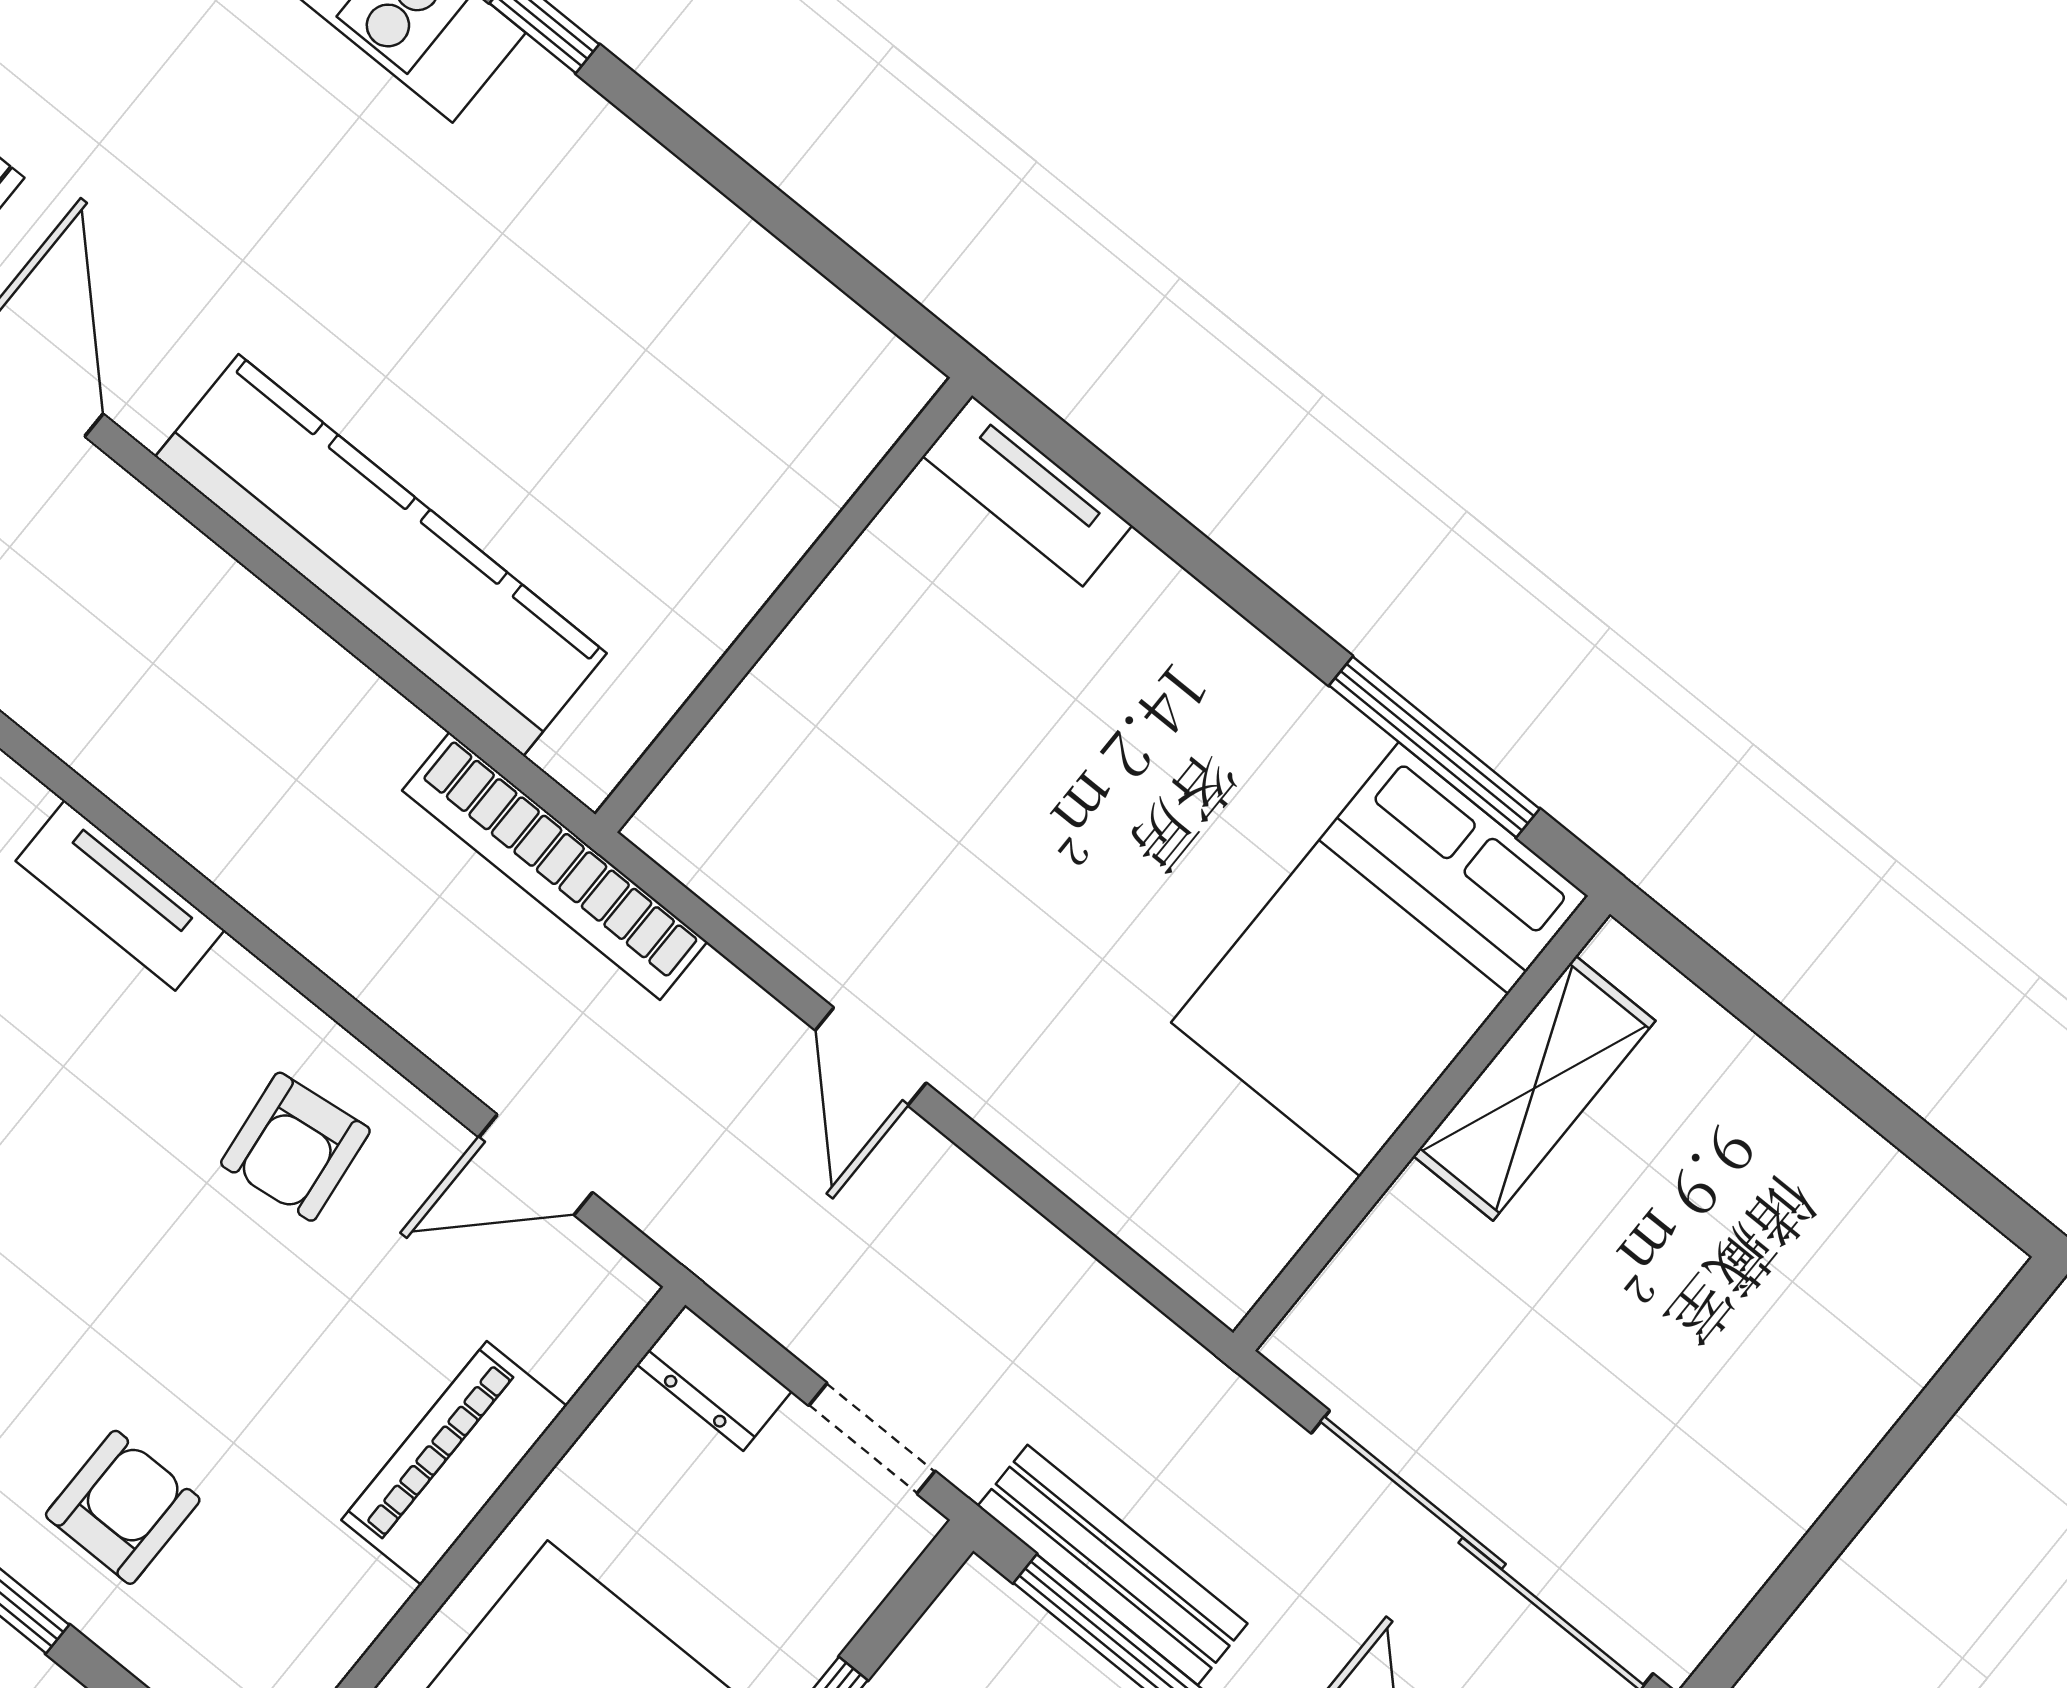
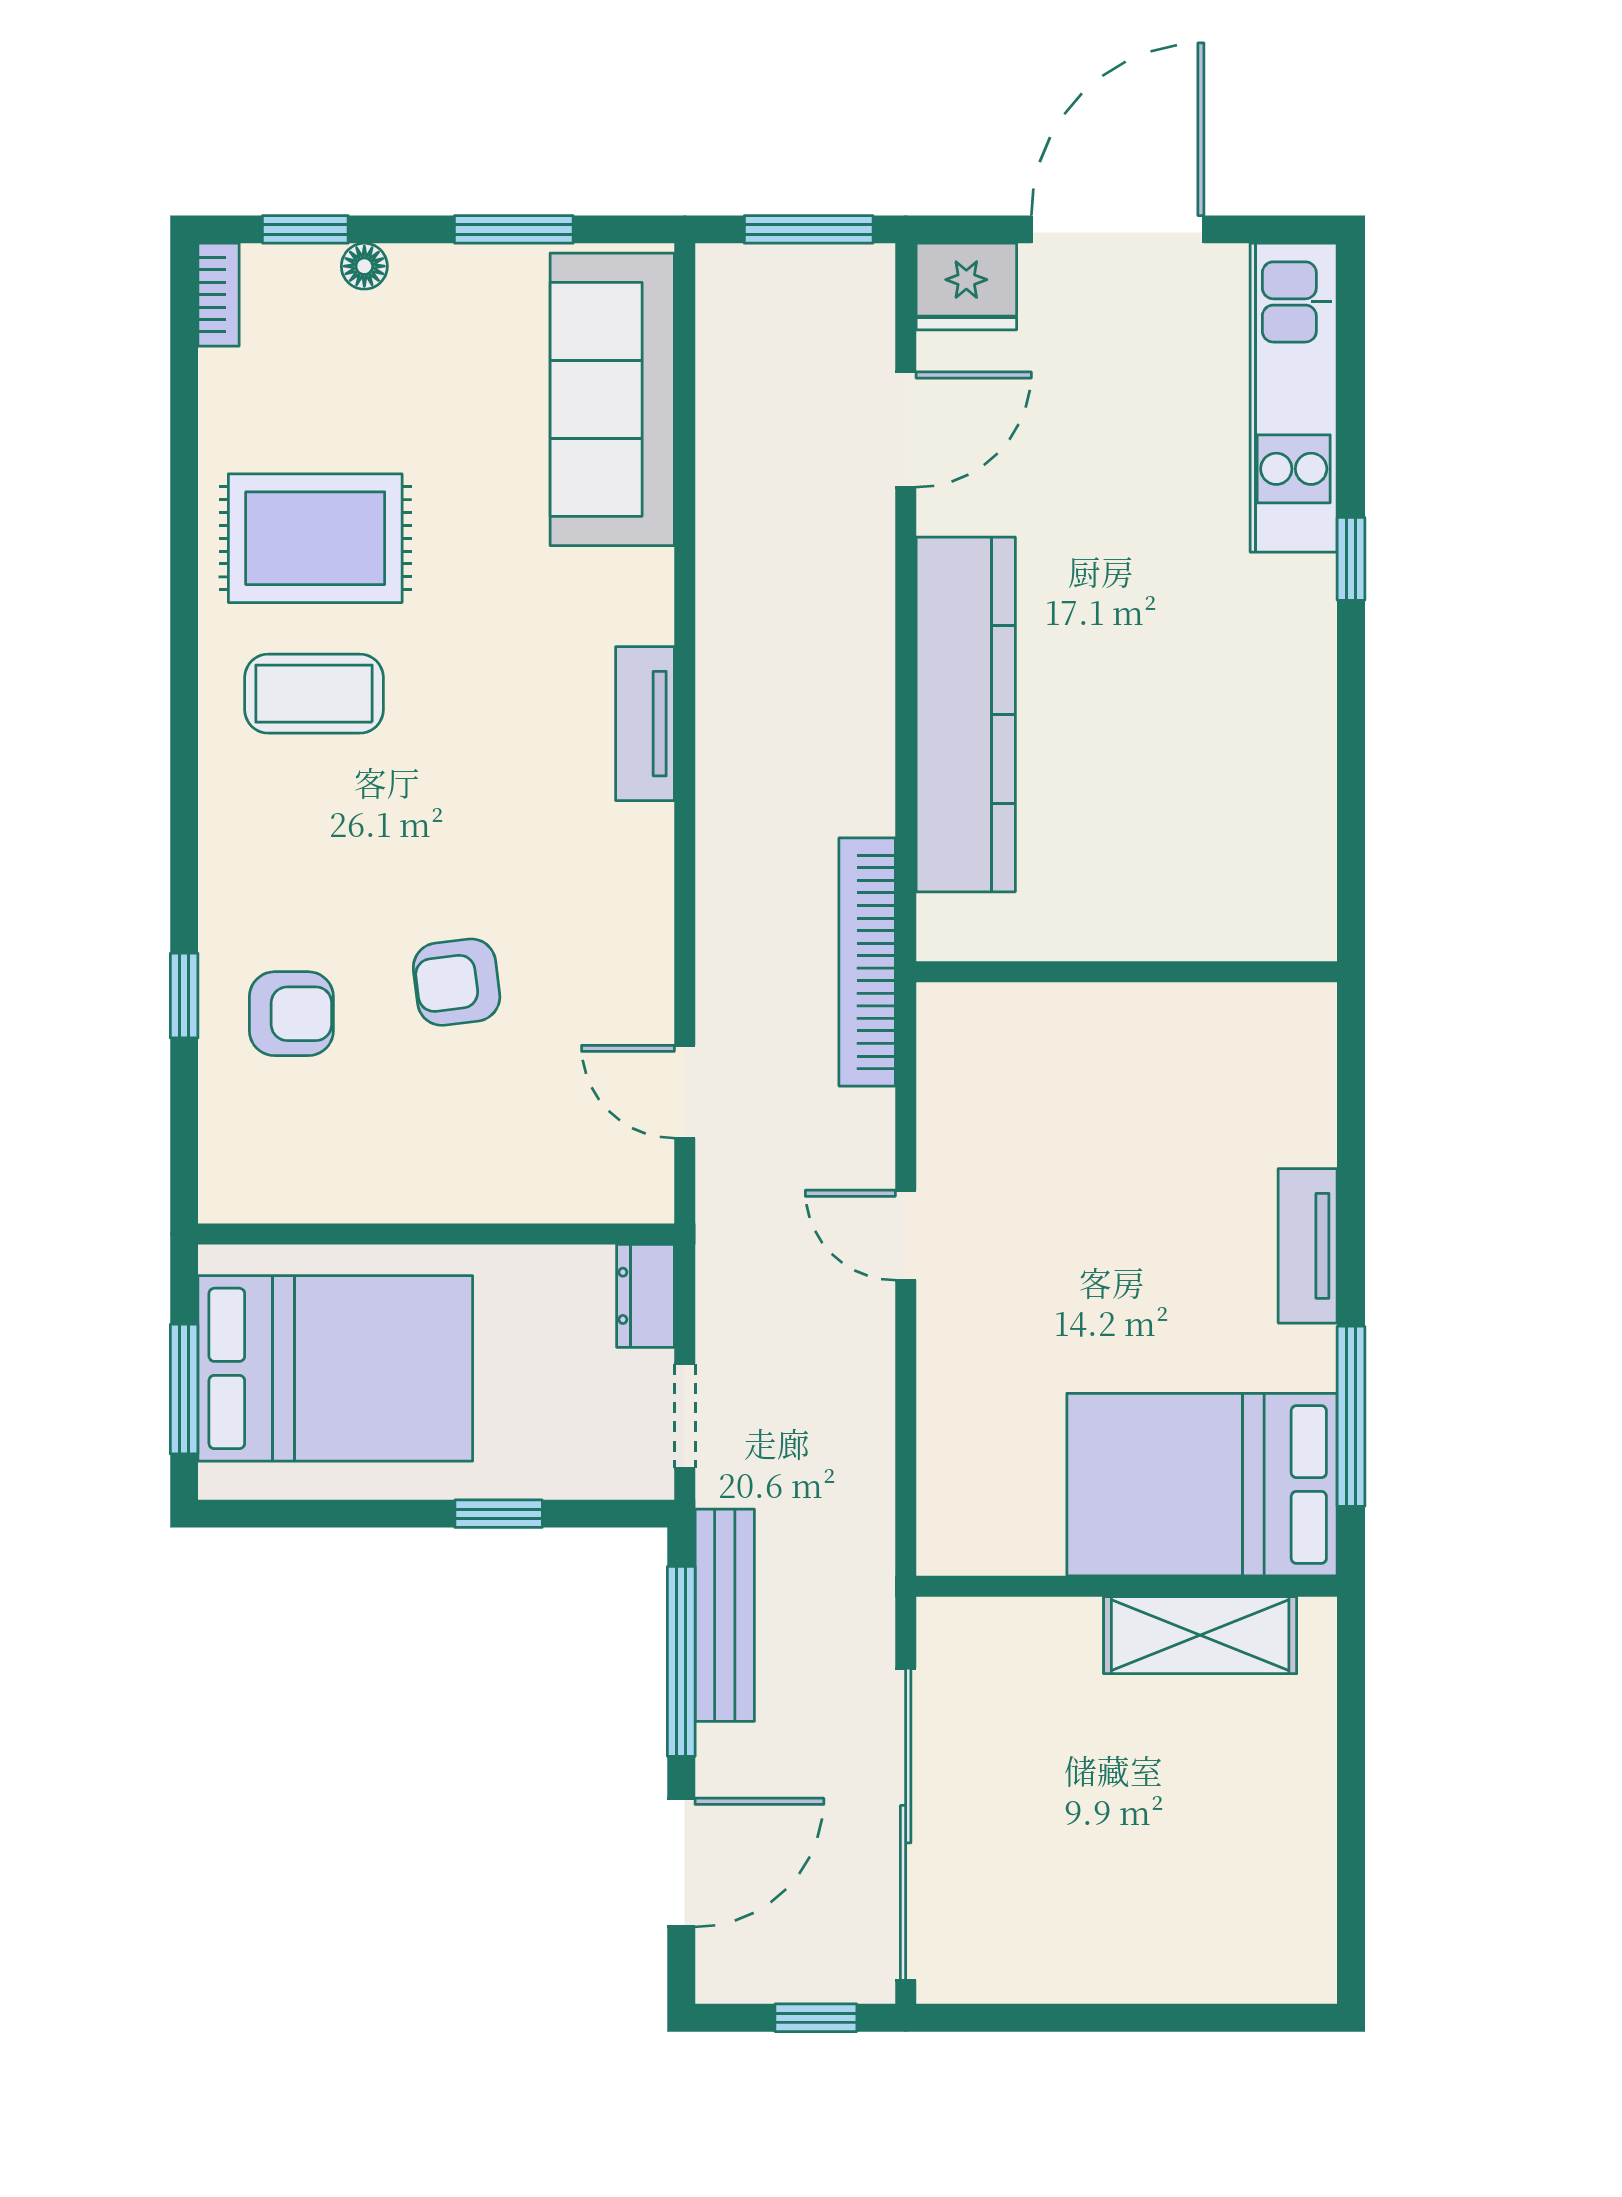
tv unit: (1027, 491) -> (1308, 1246), moved
door: (871, 1056) -> (906, 1235), hinge flipped
armchair: (295, 1147) -> (457, 982), moved
piano: (454, 1463) -> (473, 1185), removed

